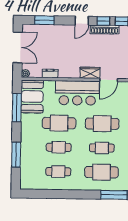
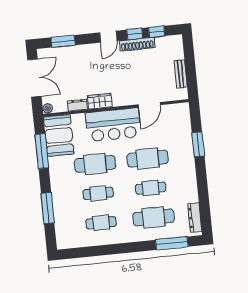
wardrobe: (90, 73) -> (100, 101), moved

